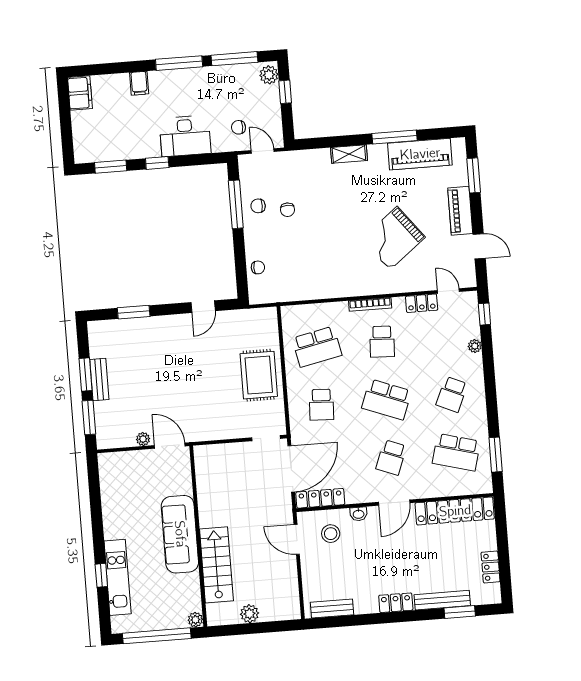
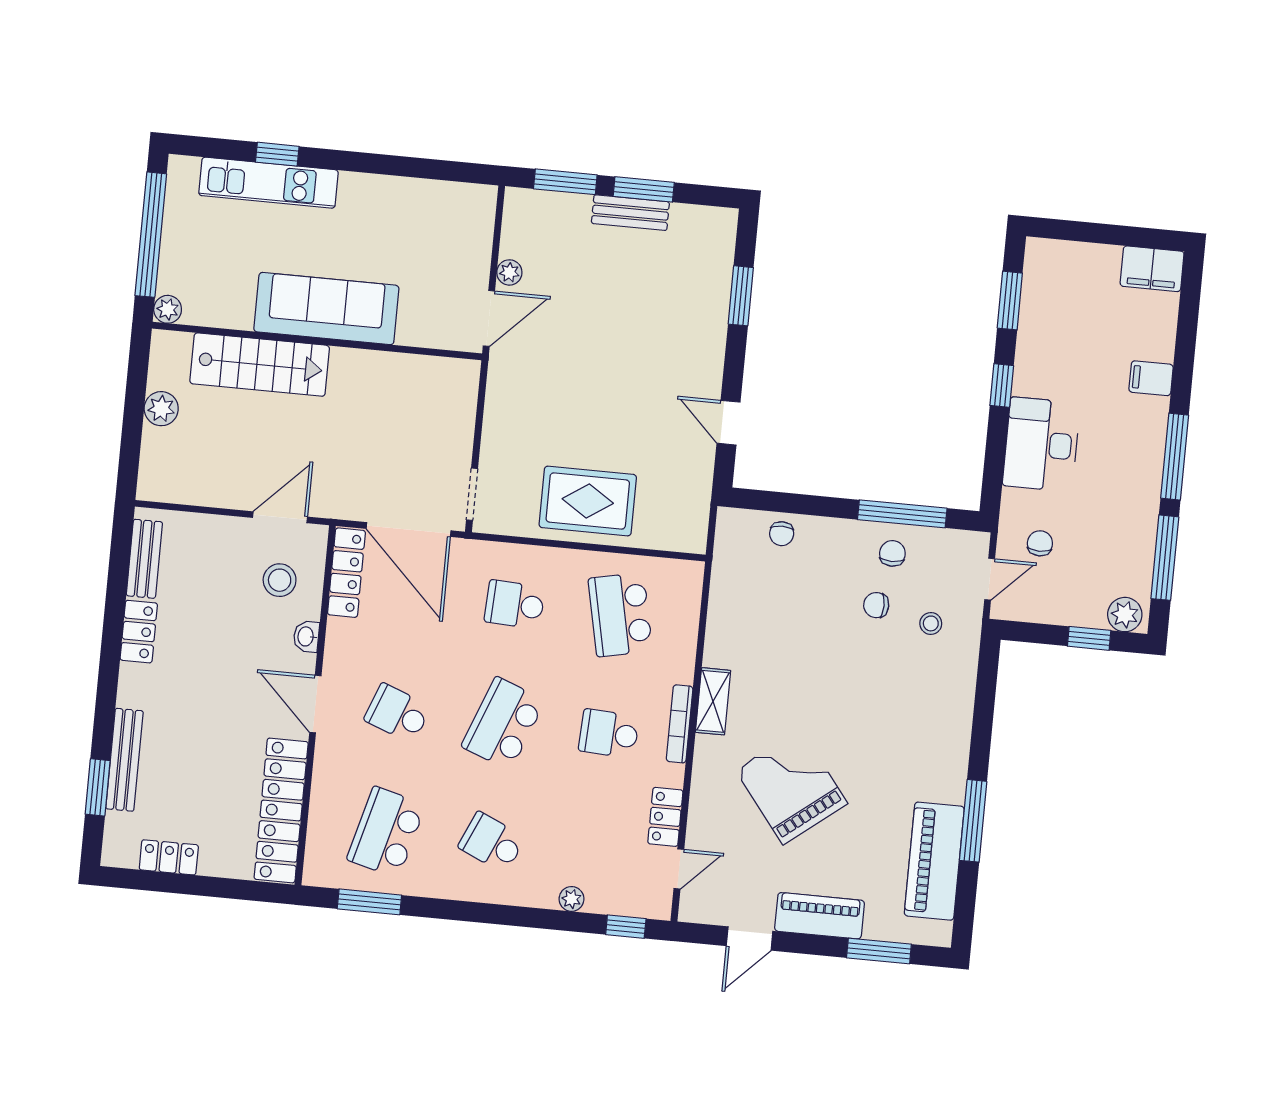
shelving: (349, 154) -> (713, 701), moved
stool: (292, 179) -> (931, 623), added
locker: (396, 603) -> (139, 632), moved

